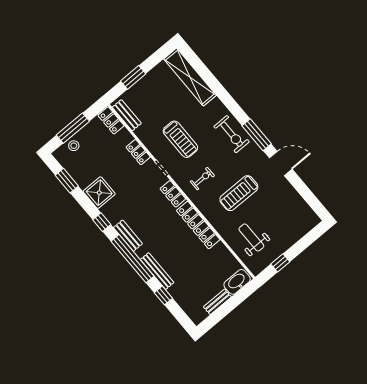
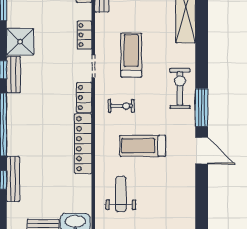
exercise bike: (232, 134) -> (180, 88), turned 180
treadmill: (180, 139) -> (131, 55), turned 180
bench: (128, 236) -> (14, 75), moved
bench: (157, 271) -> (13, 179), moved

